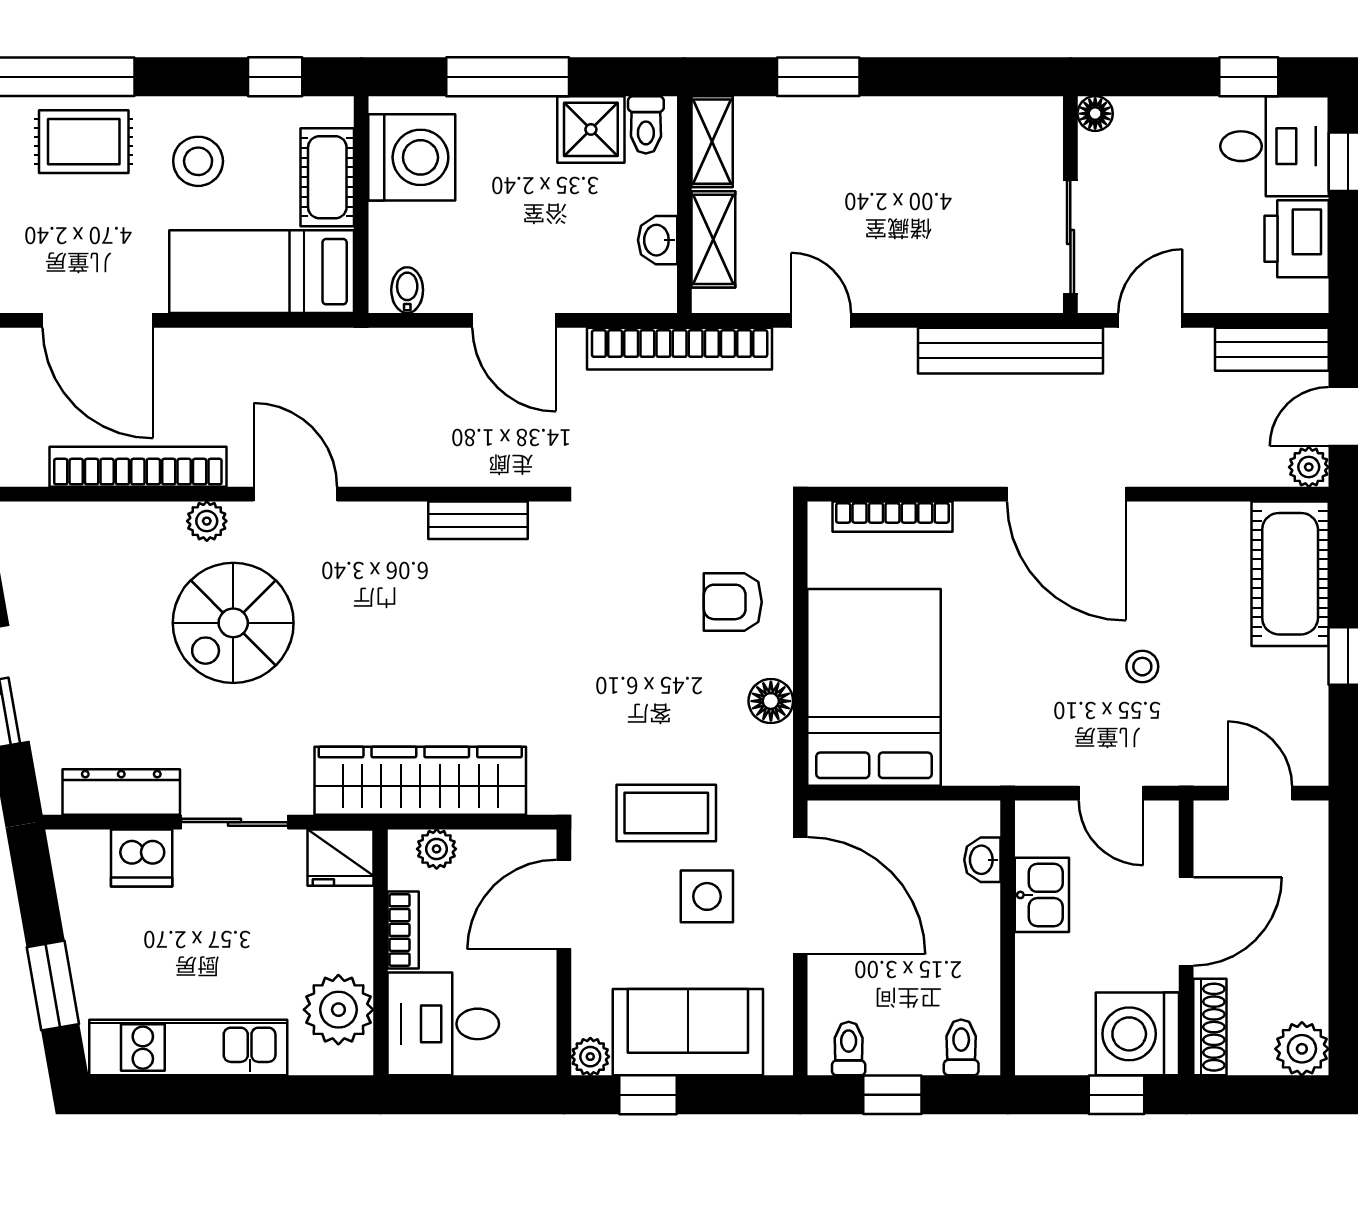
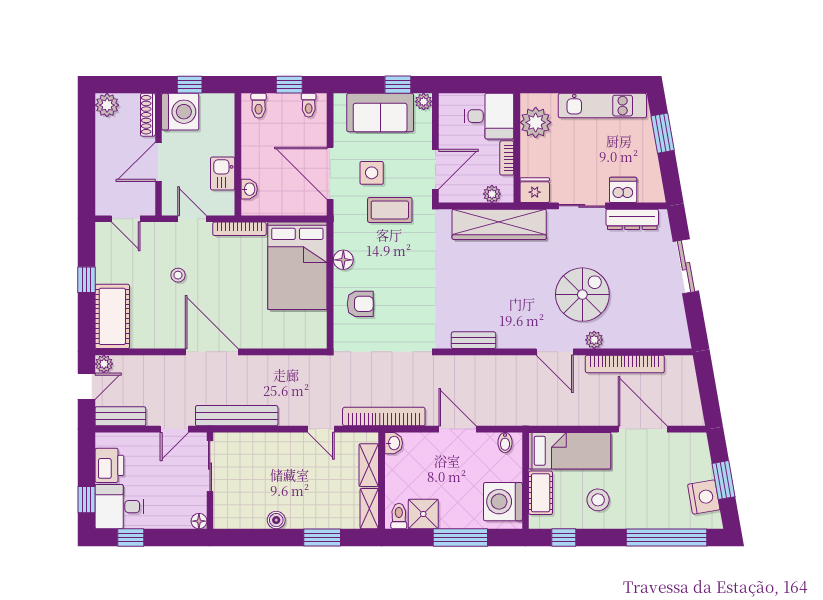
boiler: (922, 116) -> (276, 520), added
rug: (84, 142) -> (649, 509), removed
washbasin: (658, 240) -> (394, 443), moved
bookcase: (892, 517) -> (239, 229), moved, turned 180

